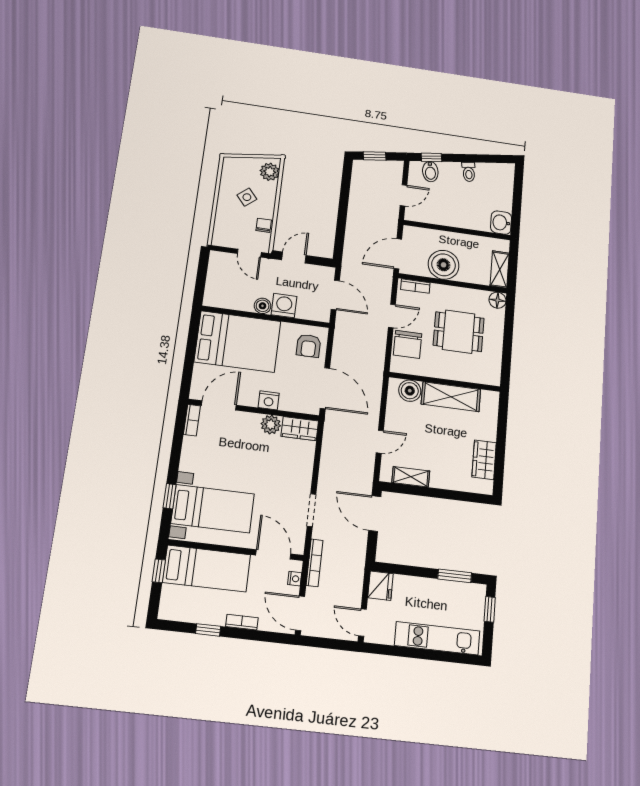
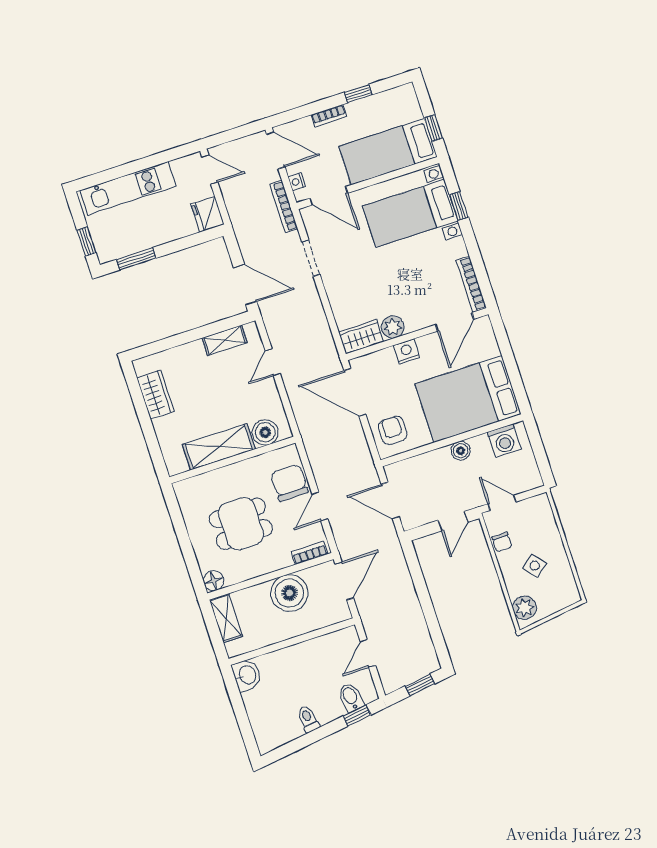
washing machine: (284, 306) -> (504, 441), moved
bookcase: (192, 420) -> (471, 284), width x1.56

